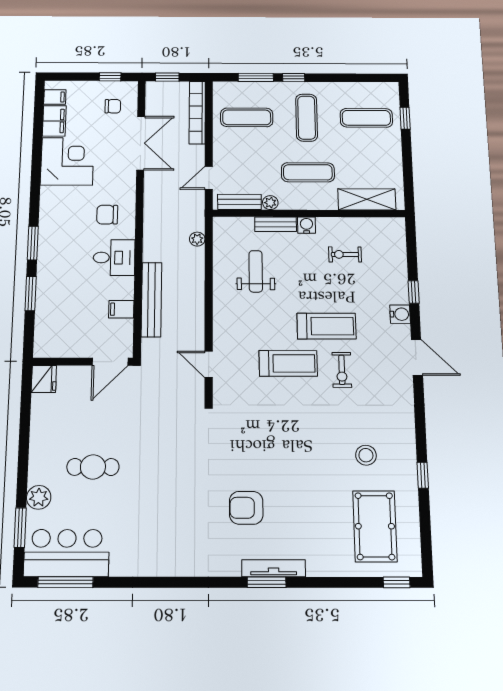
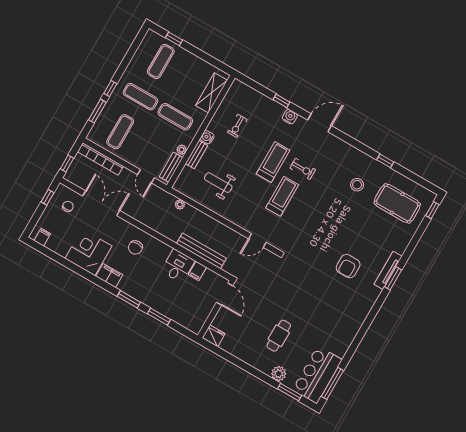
filing cabinet: (54, 121) -> (109, 276), moved
exercise mat: (308, 172) -> (175, 117), turned 90
desk: (114, 258) -> (178, 266), moved

